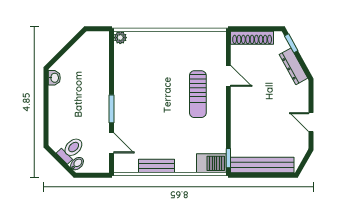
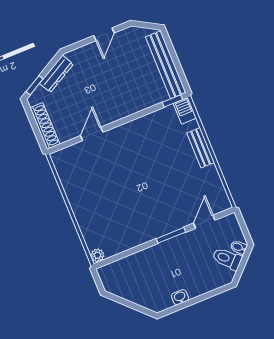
washbasin: (54, 78) -> (180, 297), moved
sun lounger: (198, 94) -> (122, 157), removed
barbecue: (211, 163) -> (185, 111), width x0.73, depth x0.79
bench: (156, 166) -> (201, 148), moved

